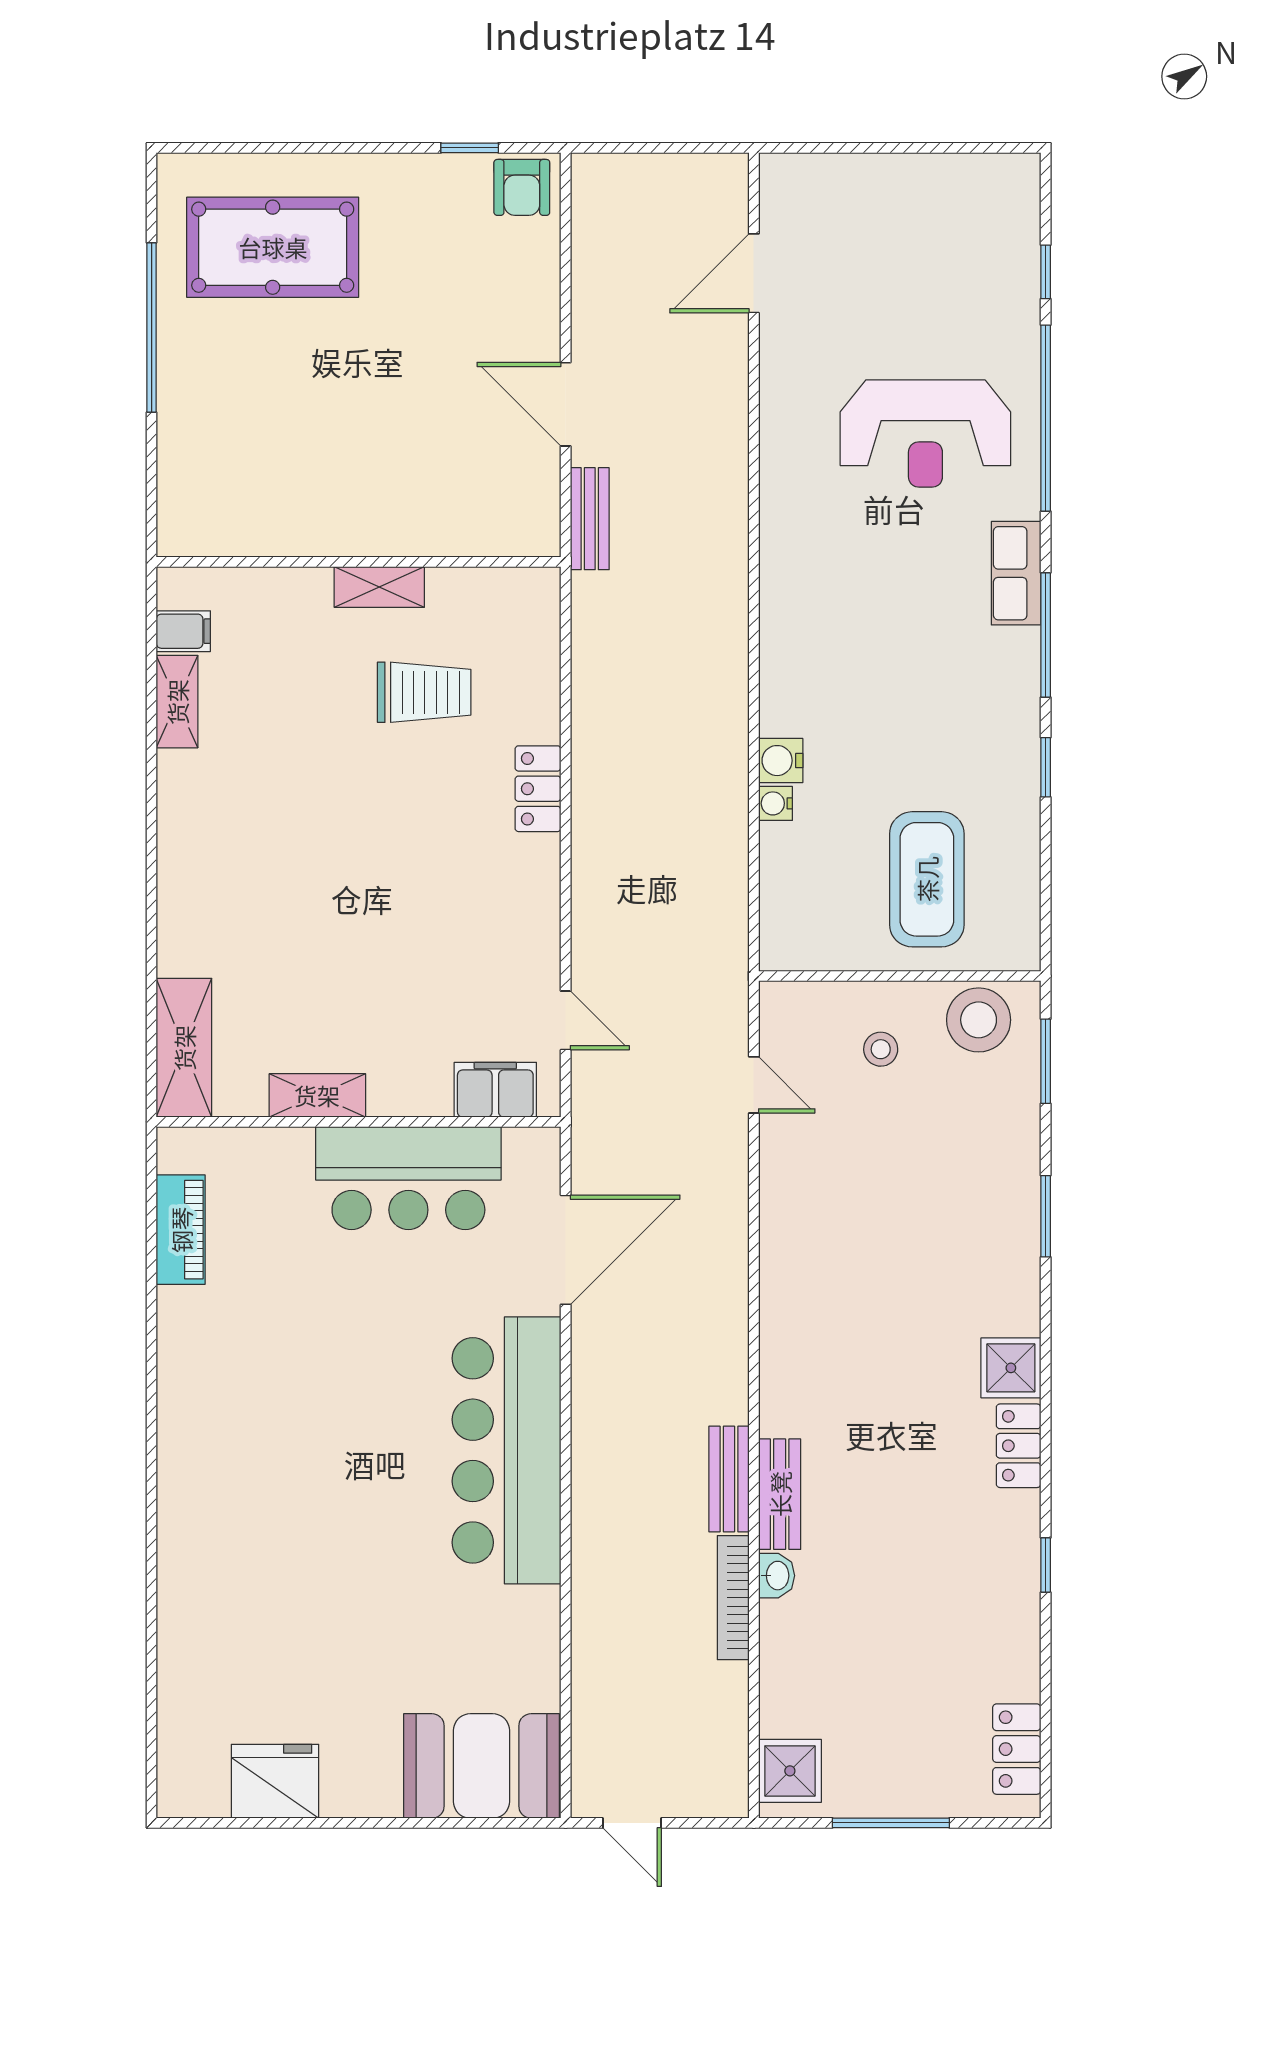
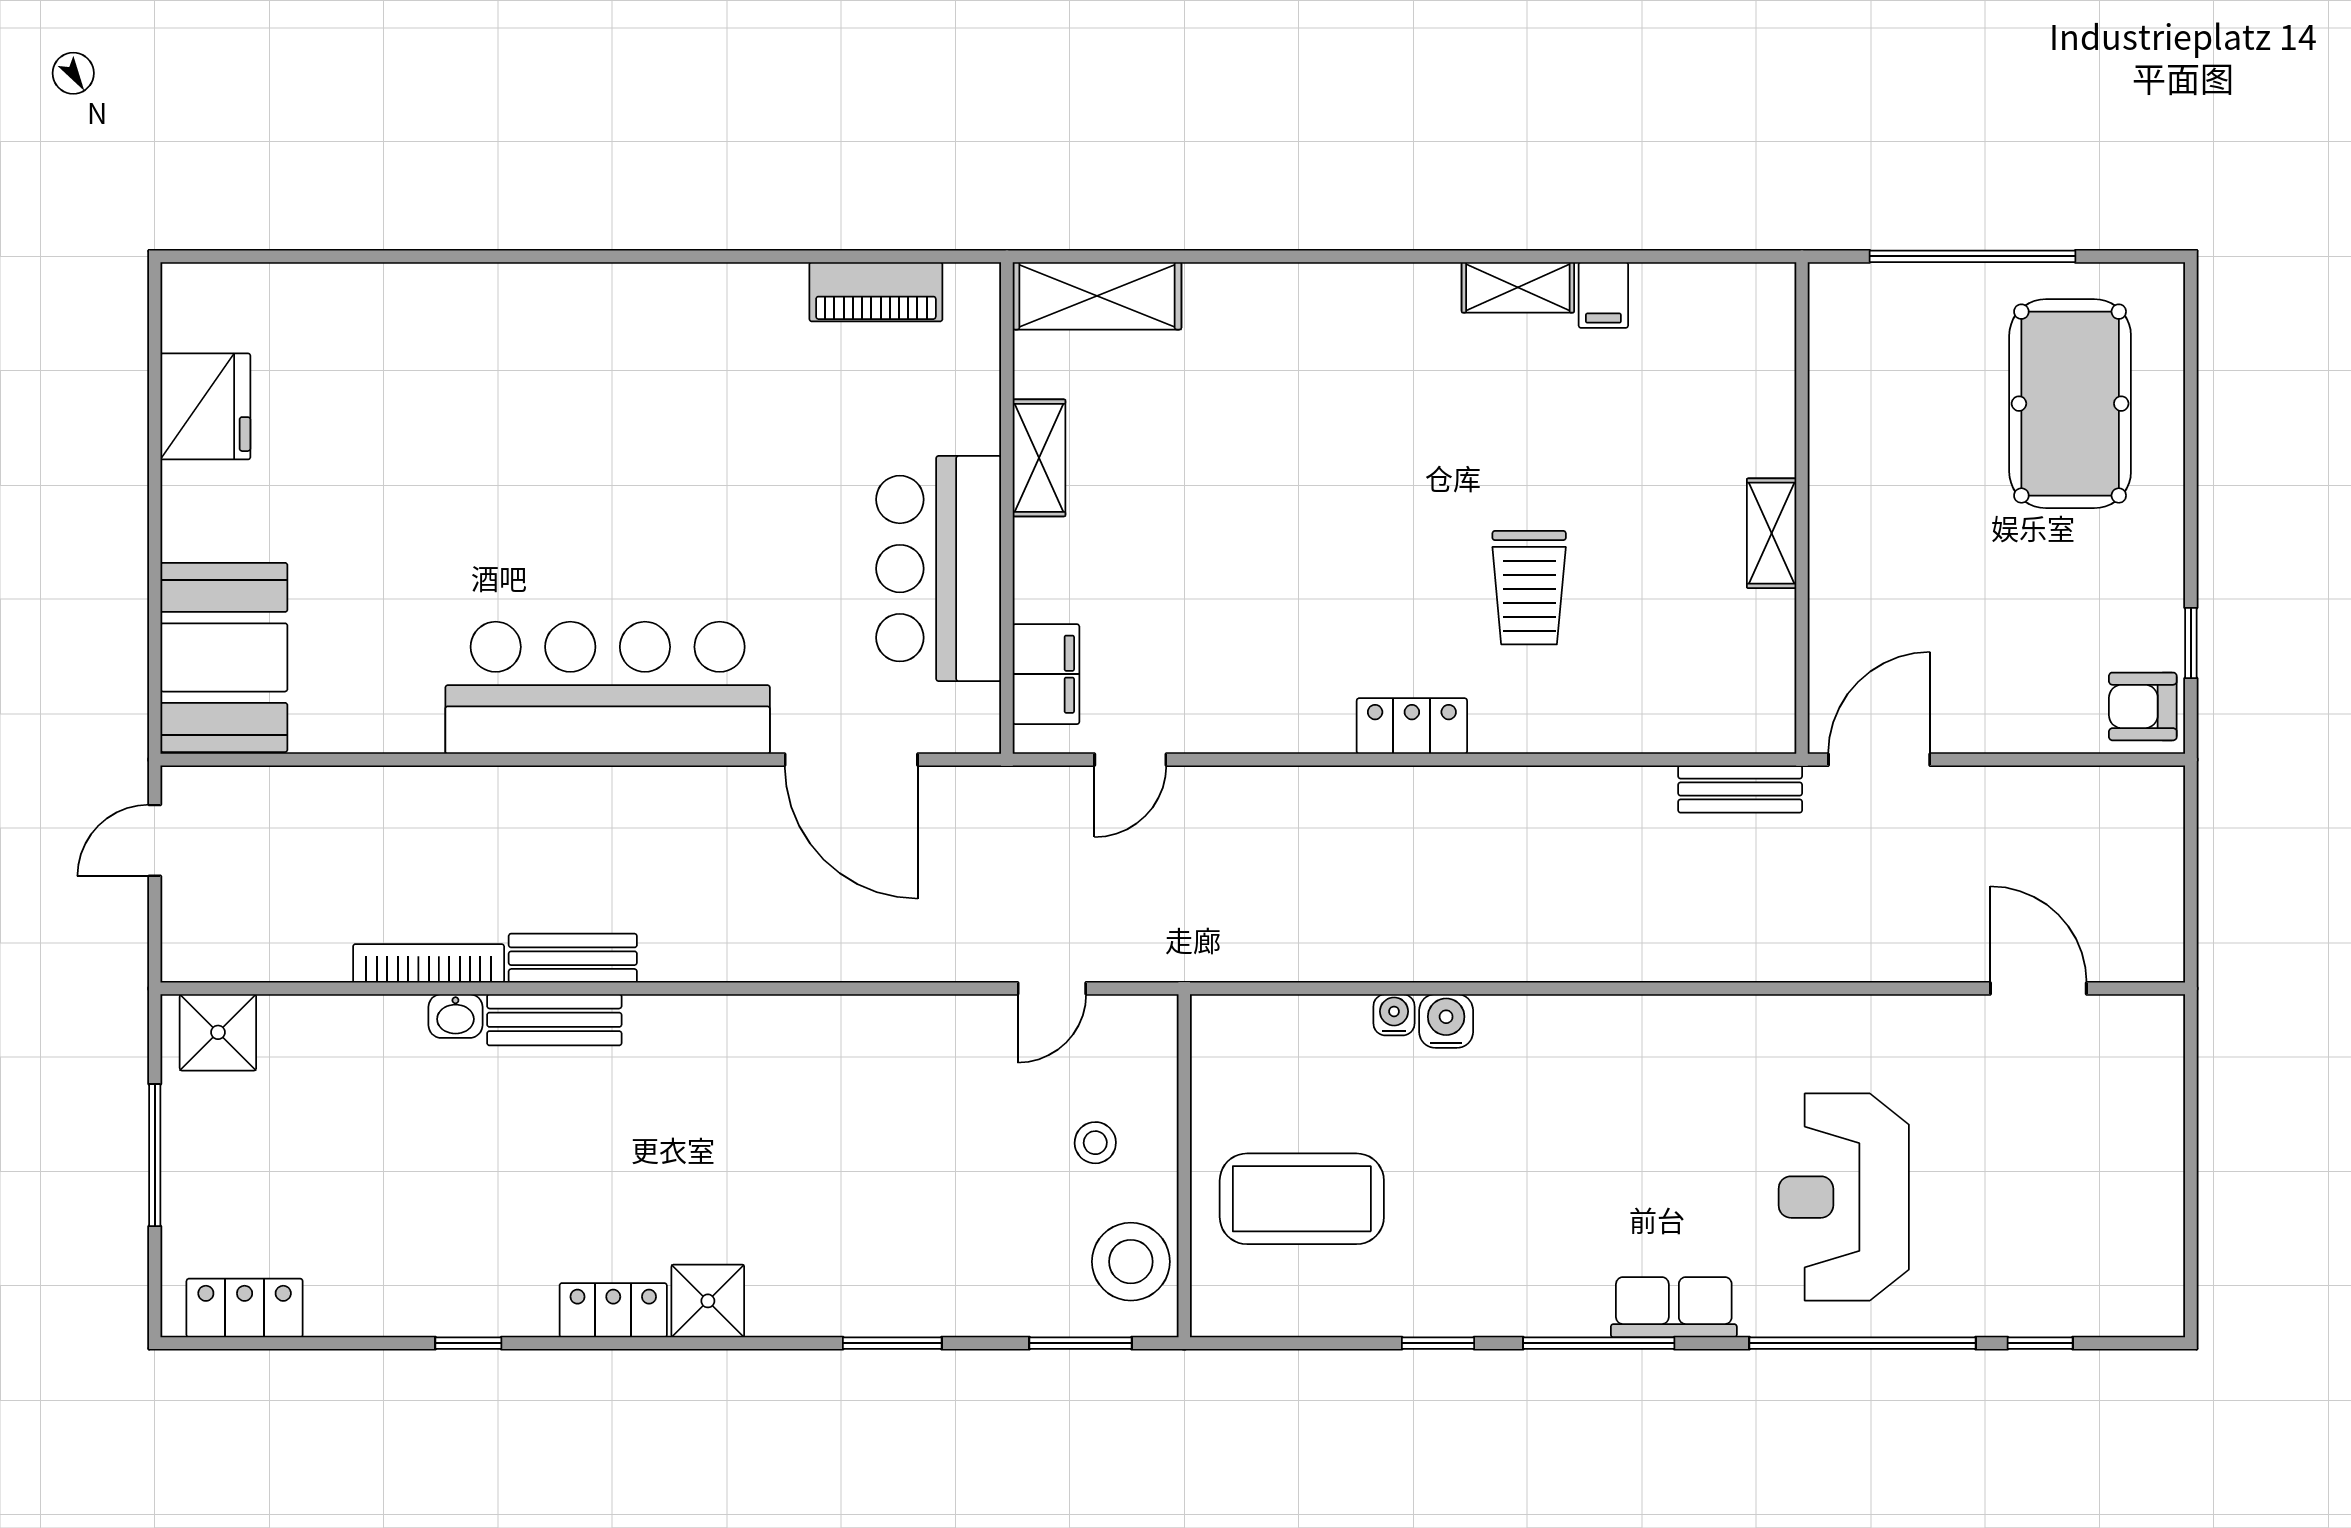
wall: (359, 562) -> (1802, 508), moved
shelving: (379, 587) -> (1772, 533), moved

